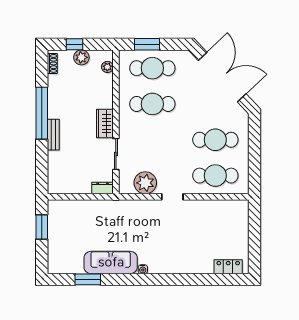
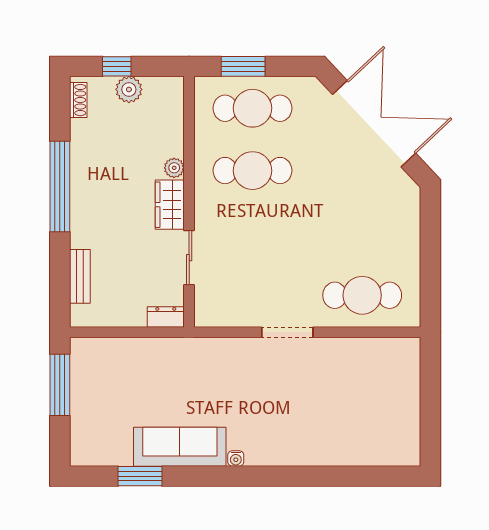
plant: (107, 67) -> (174, 168), moved
bench: (53, 135) -> (80, 276), moved
cafe table: (215, 140) -> (362, 233), removed
plant: (145, 183) -> (240, 308), removed
doorway: (172, 197) -> (287, 332), width x1.38
window: (42, 227) -> (60, 385), width x1.44
locker: (228, 267) -> (385, 454), removed

